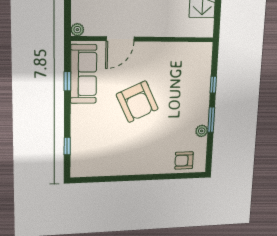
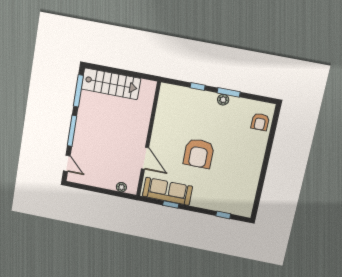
plant: (77, 30) -> (121, 187), moved
armchair: (137, 102) -> (199, 153), turned 115
plant: (202, 131) -> (223, 100), moved

